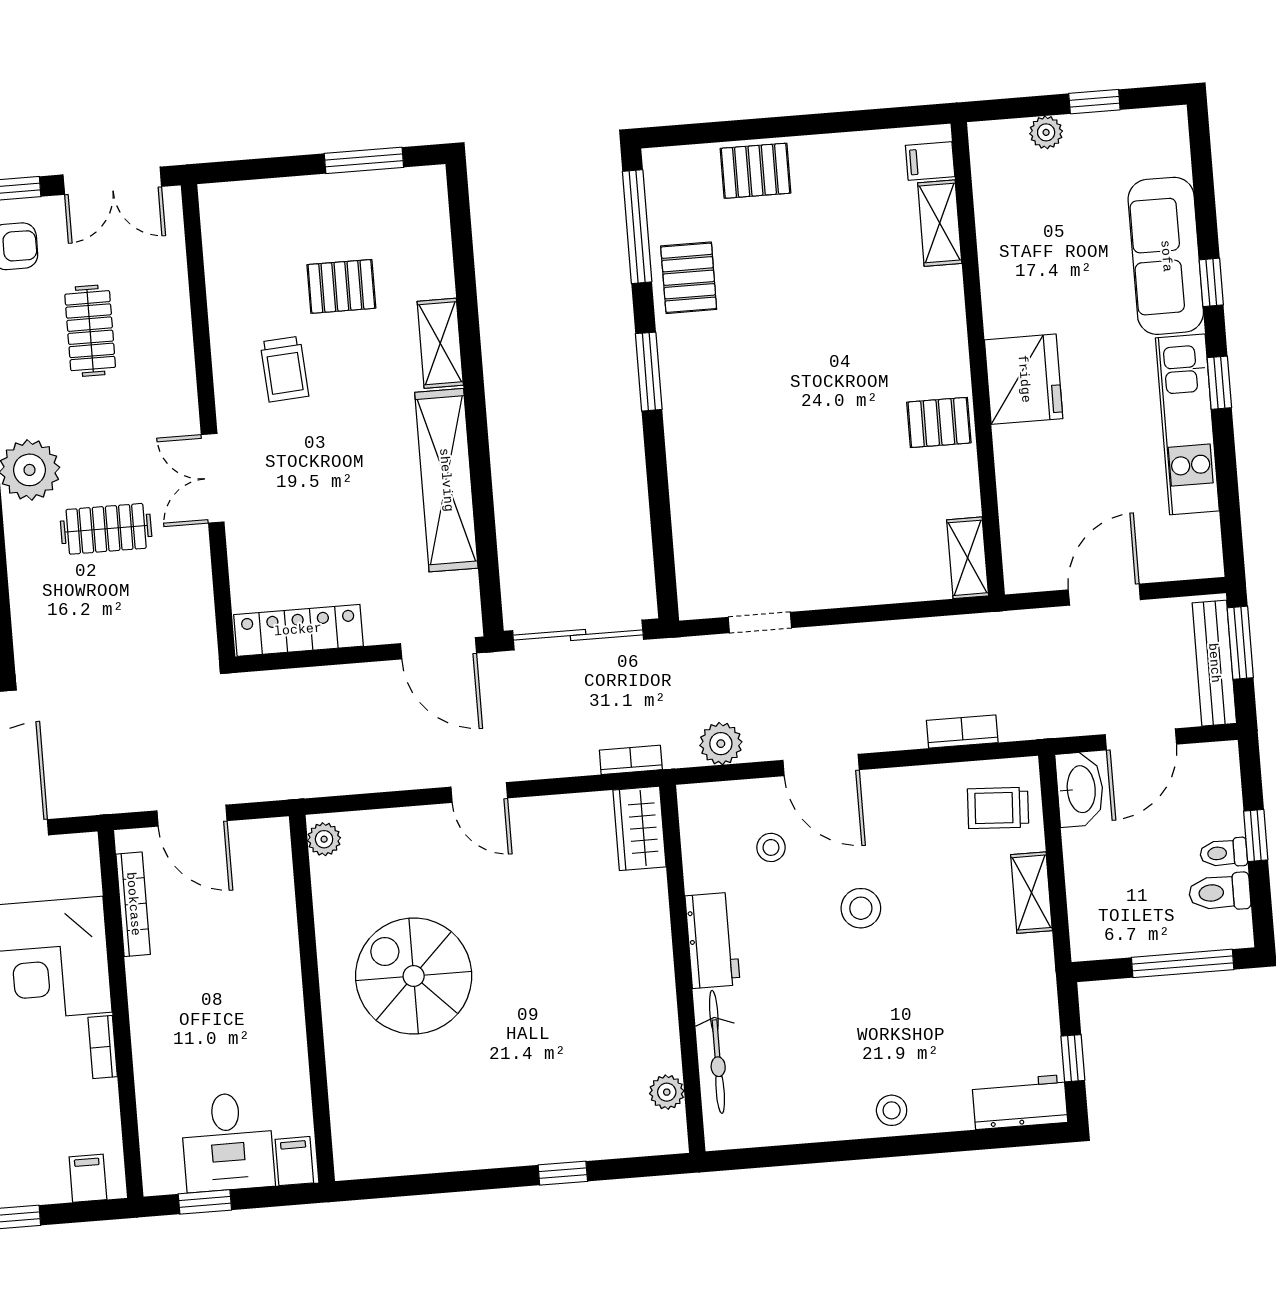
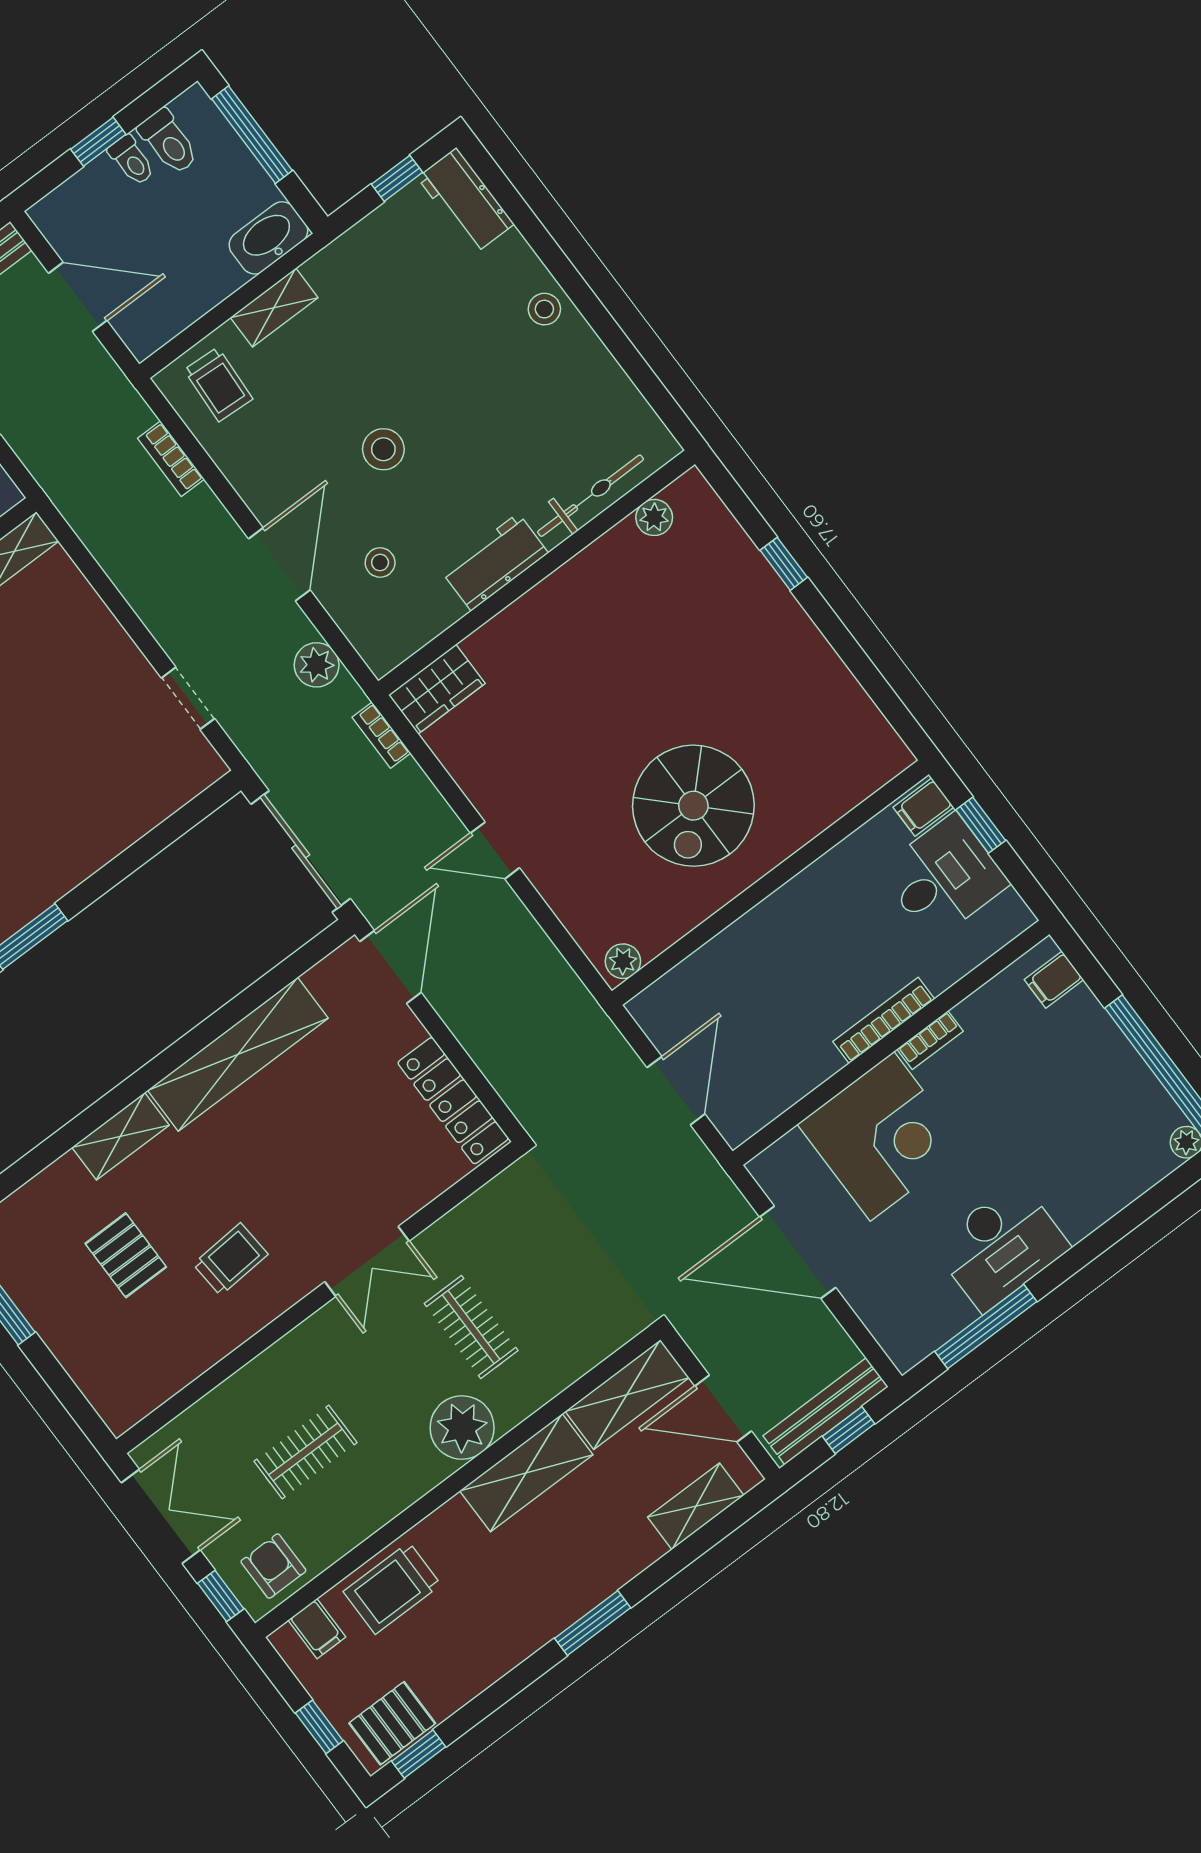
washbasin: (1080, 789) -> (268, 238), moved
door: (479, 793) -> (495, 850), swing flipped
bookcase: (133, 904) -> (884, 1020), moved
window: (205, 1202) -> (981, 825), moved

